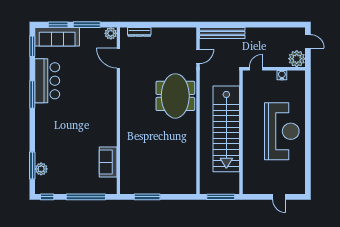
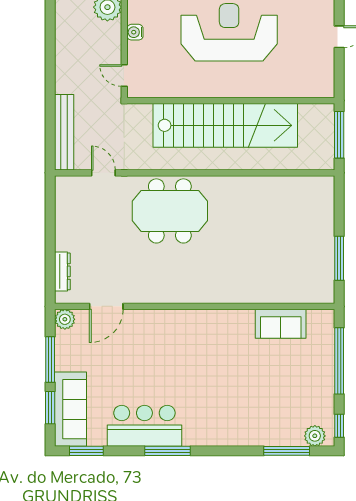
plant: (41, 169) -> (315, 436), moved

